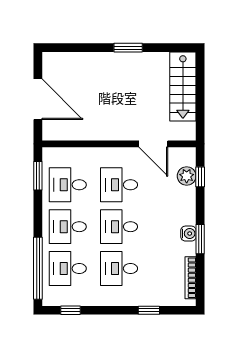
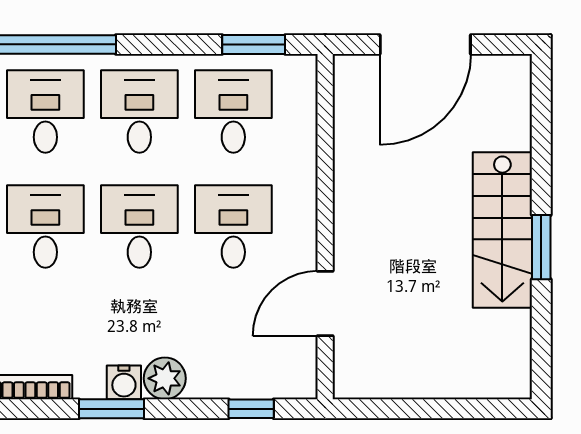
stairs: (183, 87) -> (502, 230), moved, turned -90
plant: (187, 176) -> (165, 378), moved

